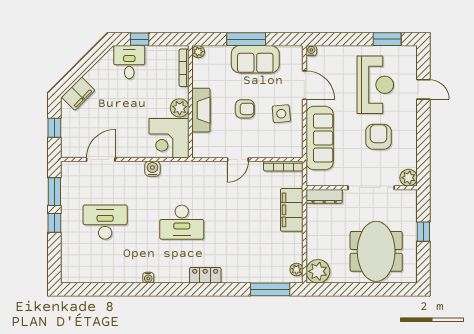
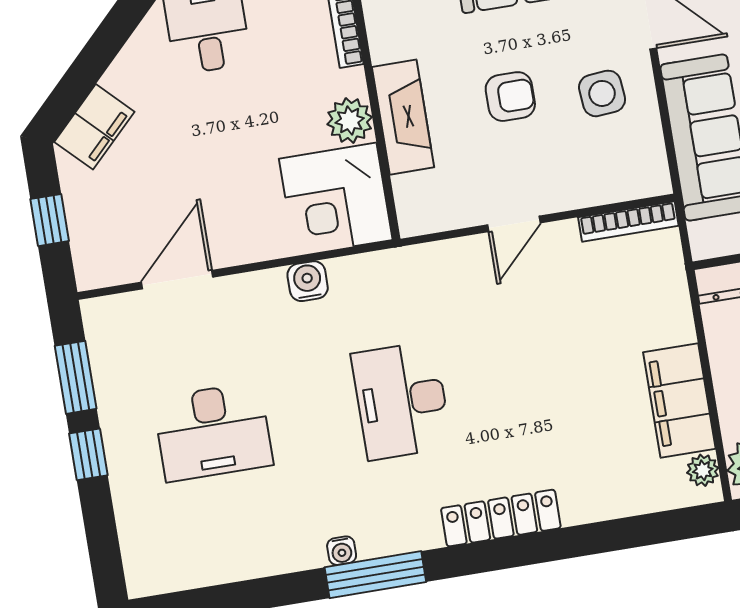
filing cabinet: (292, 210) -> (679, 400), moved
desk: (105, 222) -> (213, 432), turned 180
desk: (182, 222) -> (401, 400), turned 90
locker: (205, 275) -> (501, 518), width x1.53
window: (270, 289) -> (375, 575), moved

